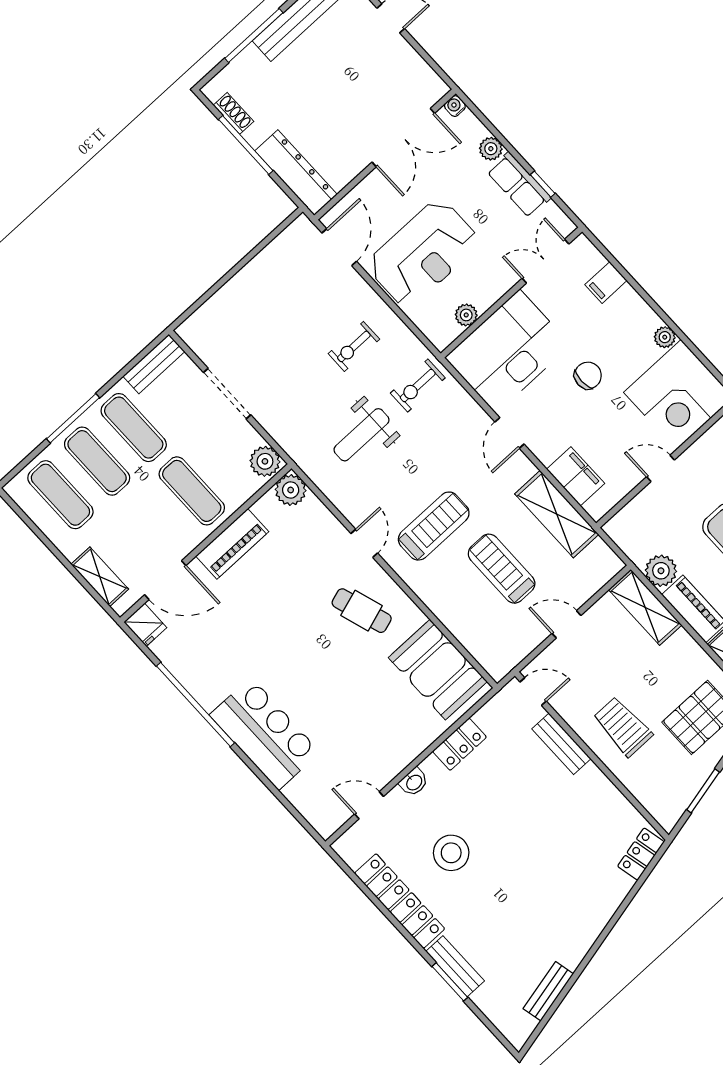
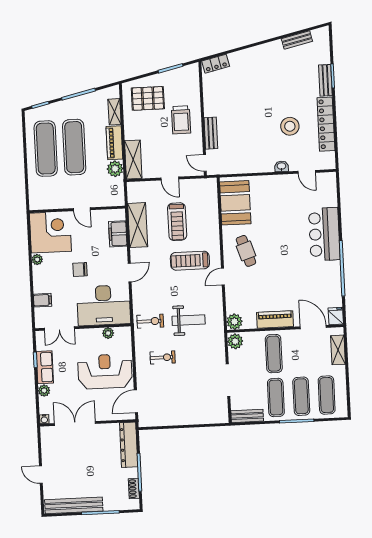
locker: (459, 744) -> (251, 166), removed

